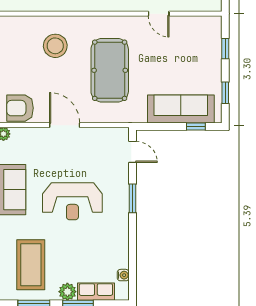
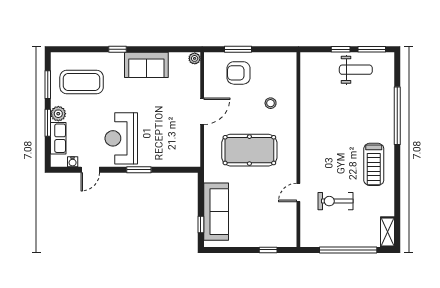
stool: (55, 46) -> (271, 103), width x0.53, depth x0.53
window: (225, 93) -> (230, 250), removed
armchair: (20, 108) -> (239, 73), moved, turned -90
door: (132, 152) -> (90, 170), moved
reception desk: (72, 201) -> (121, 138), moved

